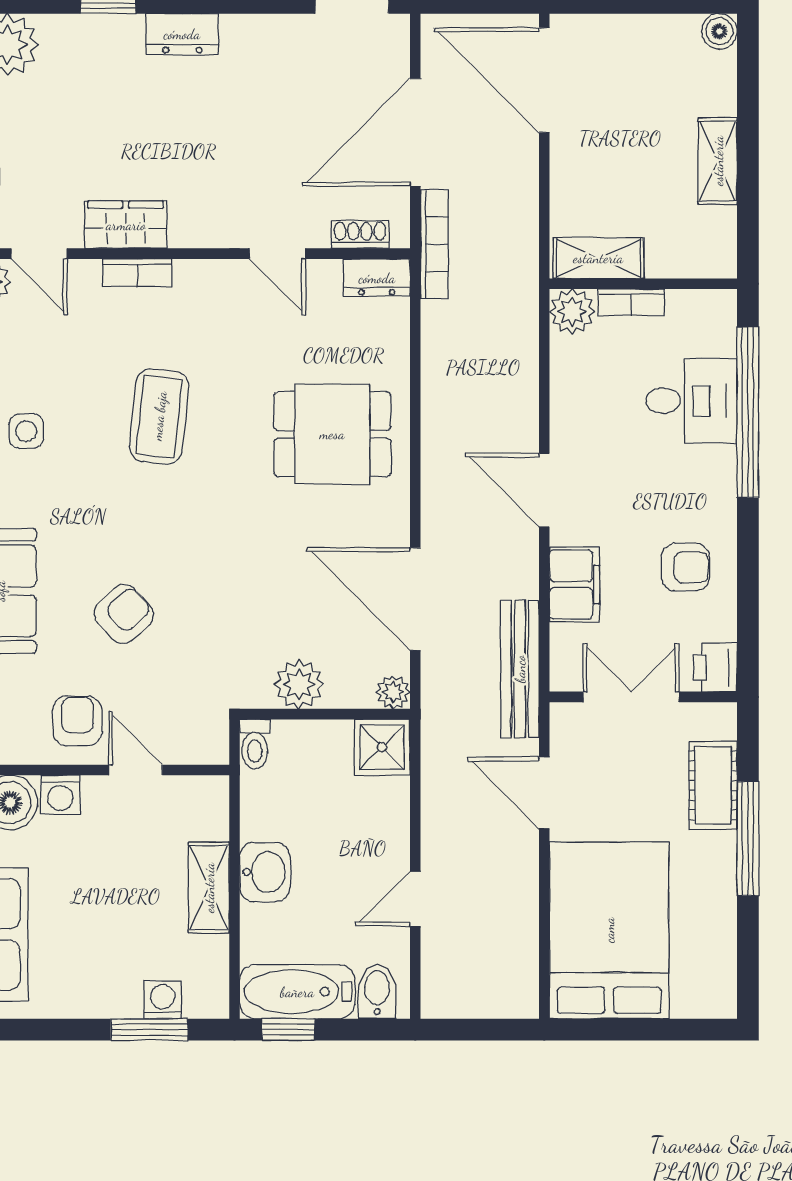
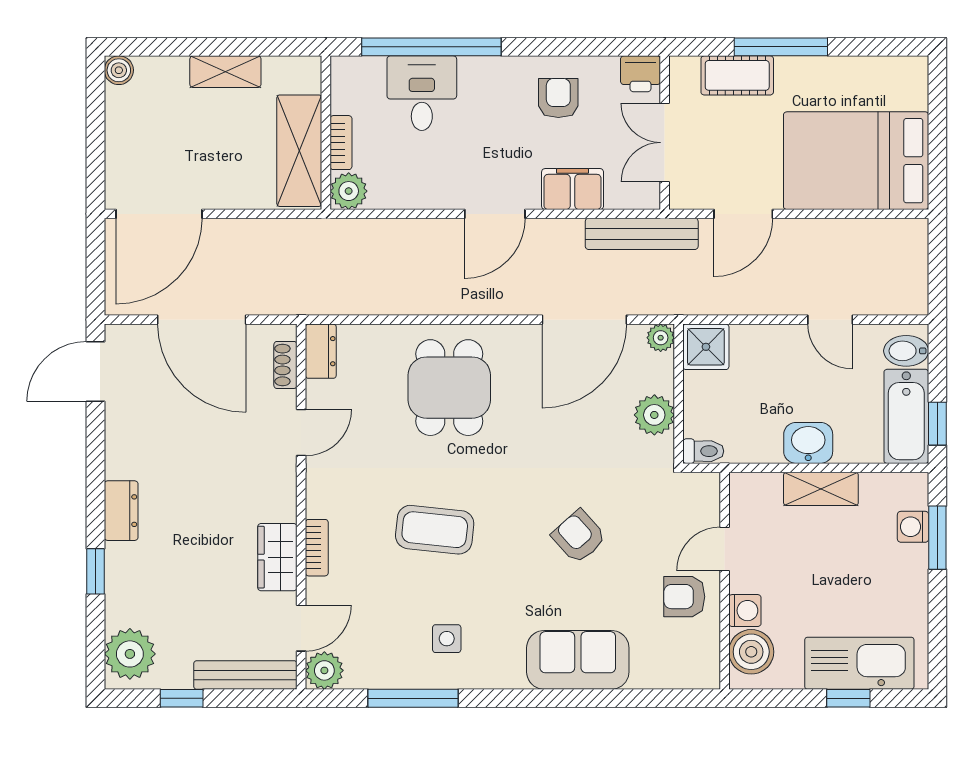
bookcase: (434, 244) -> (293, 304), removed
shelving: (598, 258) -> (299, 151), width x1.50, depth x1.33
armchair: (124, 614) -> (579, 537), moved

